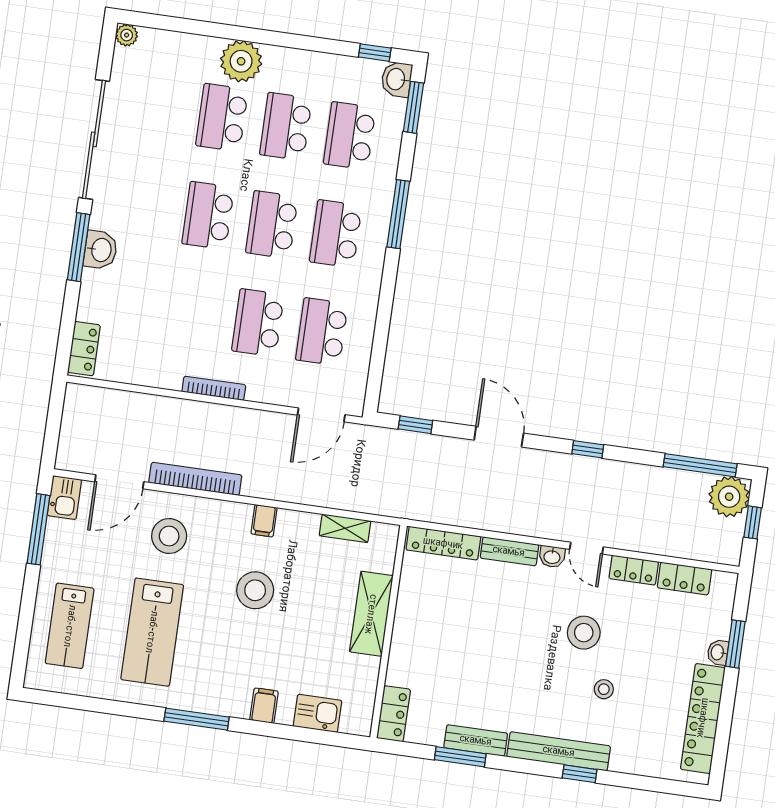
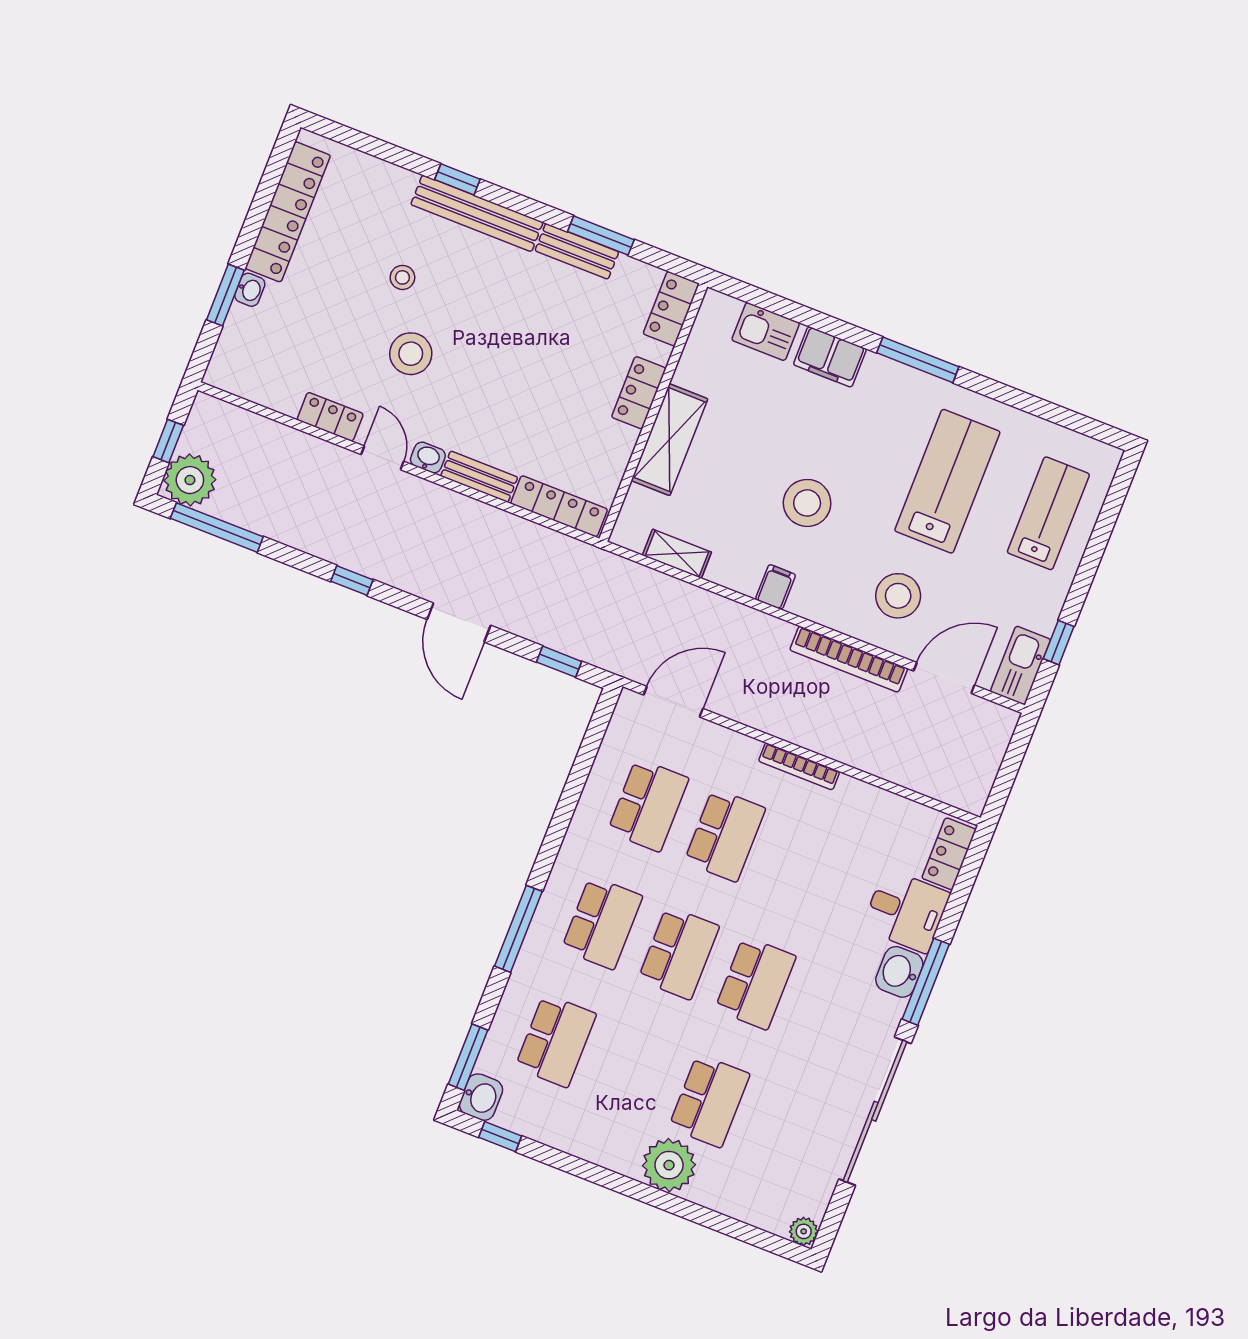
school desk: (286, 127) -> (633, 1071), removed
desk: (106, 298) -> (906, 911), added
kitchen sink: (64, 498) -> (1021, 665), width x1.38
window: (38, 529) -> (1059, 643), width x0.46
locker: (685, 579) -> (639, 393), moved, turned -90
filing cabinet: (264, 706) -> (830, 357), width x2.00

